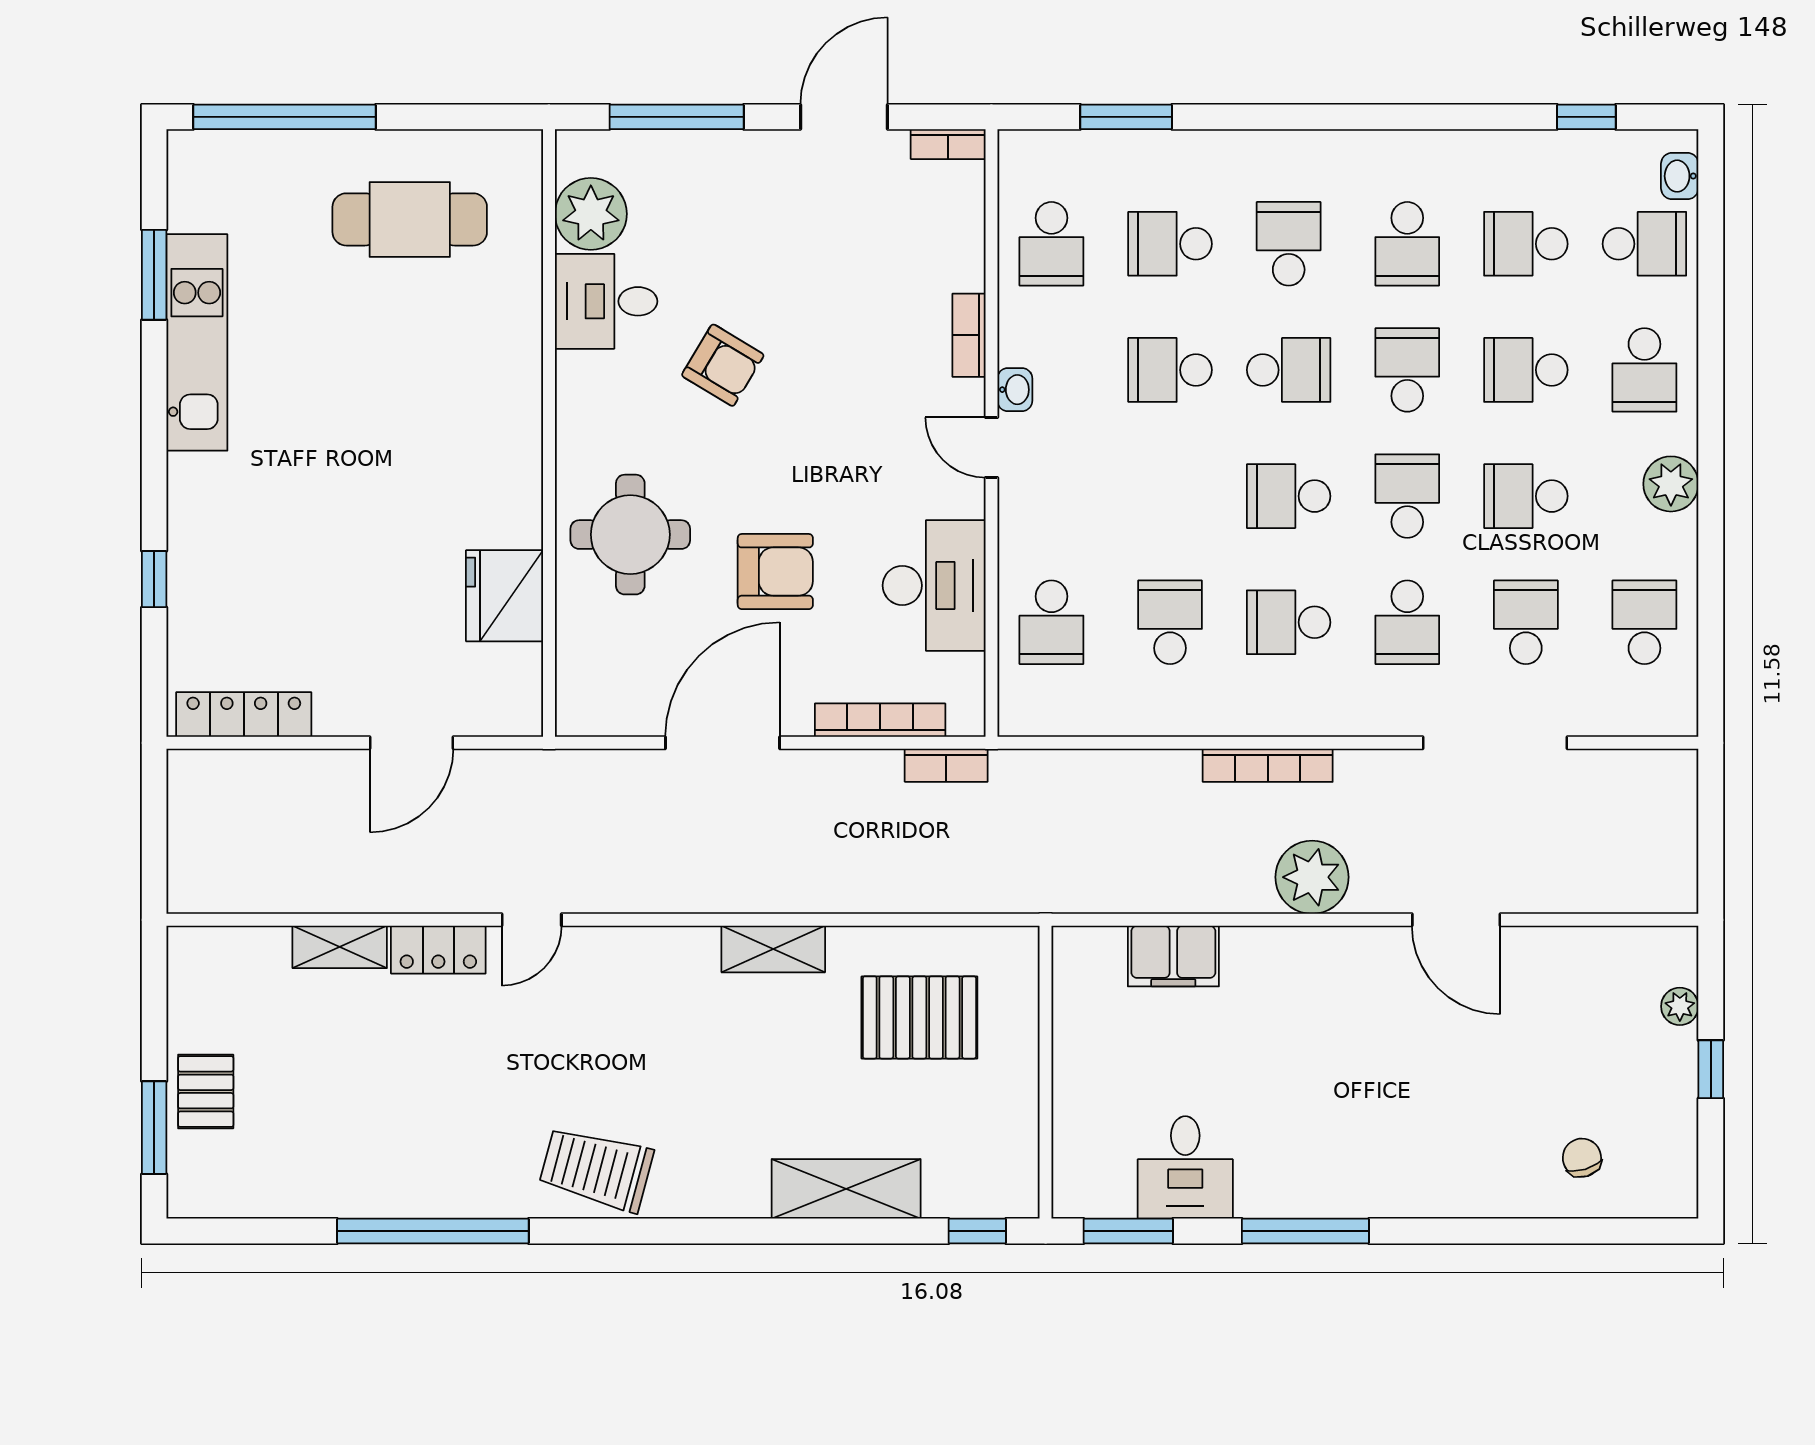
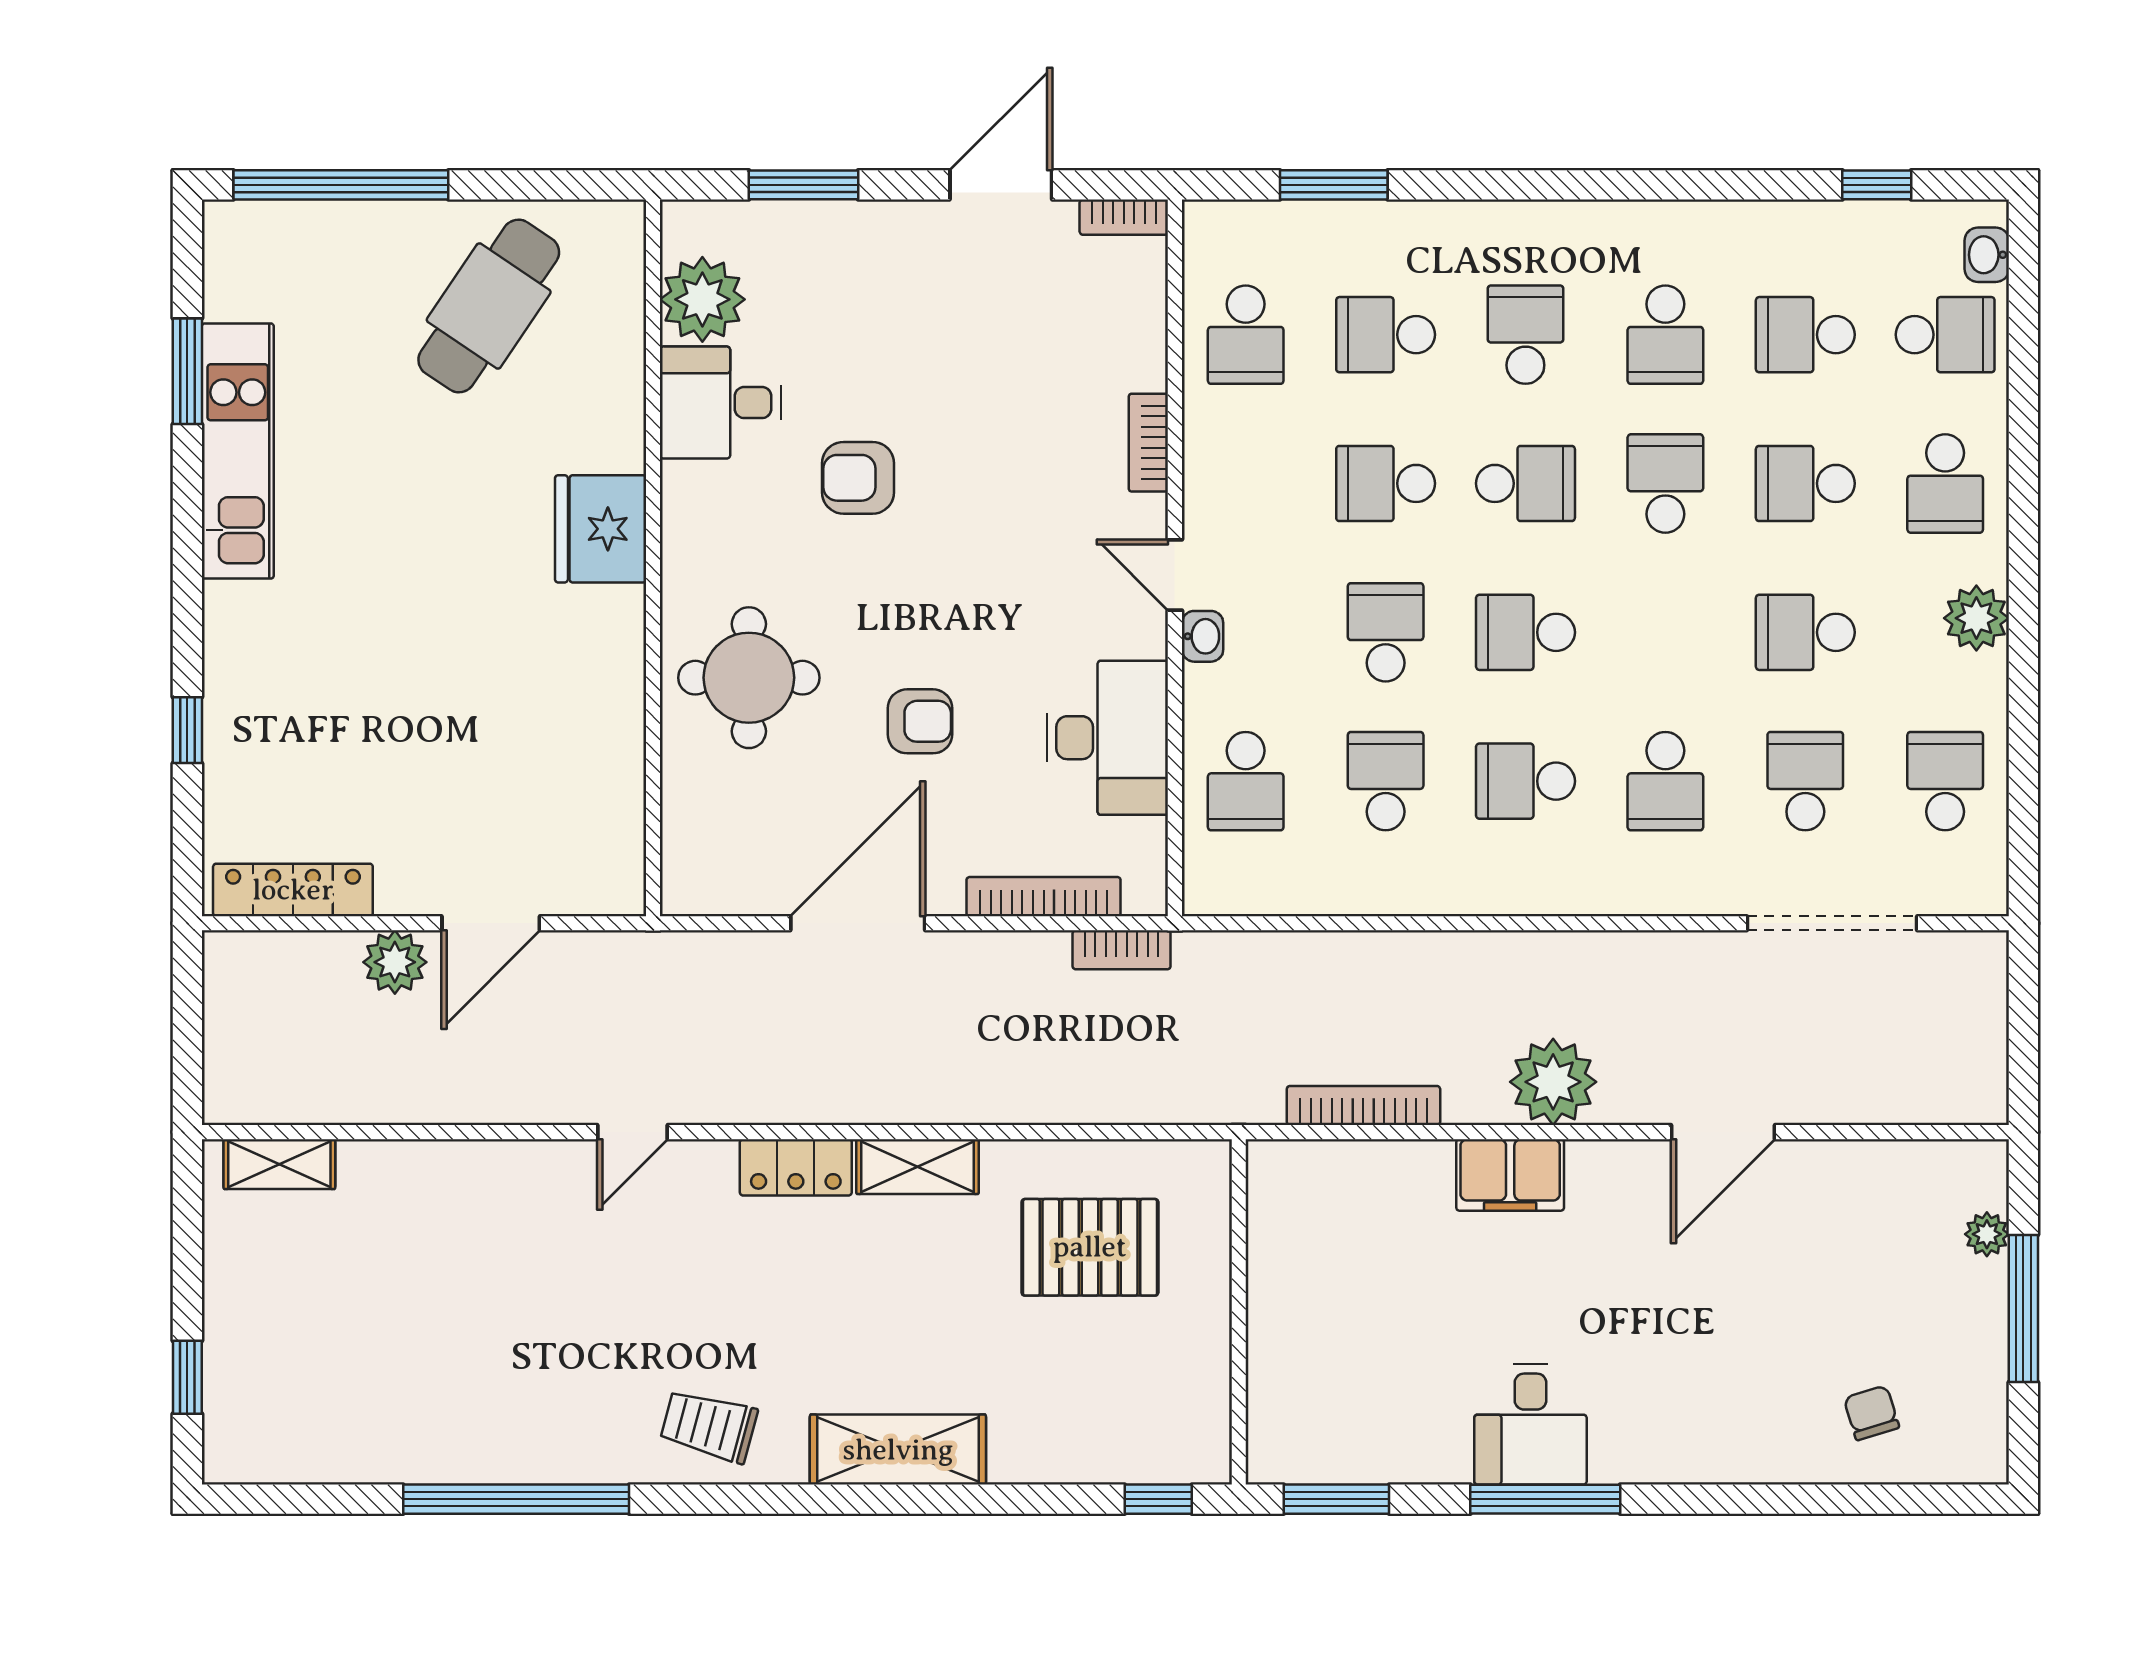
window: (677, 117) -> (804, 185), width x0.69
cafe table: (410, 219) -> (489, 306), turned -56
armchair: (723, 365) -> (858, 478), turned 149
washbasin: (1015, 390) -> (1203, 636), moved
school desk: (1407, 496) -> (1386, 632), moved
armchair: (775, 572) -> (920, 721), width x0.72, depth x0.72
fridge: (505, 596) -> (601, 529), moved
doorway: (1495, 743) -> (1832, 923), moved
bookcase: (1268, 765) -> (1363, 1106), moved, turned 180
plant: (330, 776) -> (395, 962), added
door: (1456, 920) -> (1723, 1132), hinge flipped
shelving: (340, 947) -> (279, 1164), moved
locker: (438, 950) -> (796, 1167), moved
filing cabinet: (1173, 956) -> (1510, 1175), moved
window: (1711, 1069) -> (2023, 1308), width x2.17
pallet: (206, 1092) -> (248, 1335), removed
window: (154, 1128) -> (187, 1377), width x0.67
desk: (1185, 1167) -> (1530, 1424), moved
trolley: (596, 1169) -> (709, 1426), width x0.73, depth x0.72
shelving: (846, 1189) -> (898, 1450), moved

